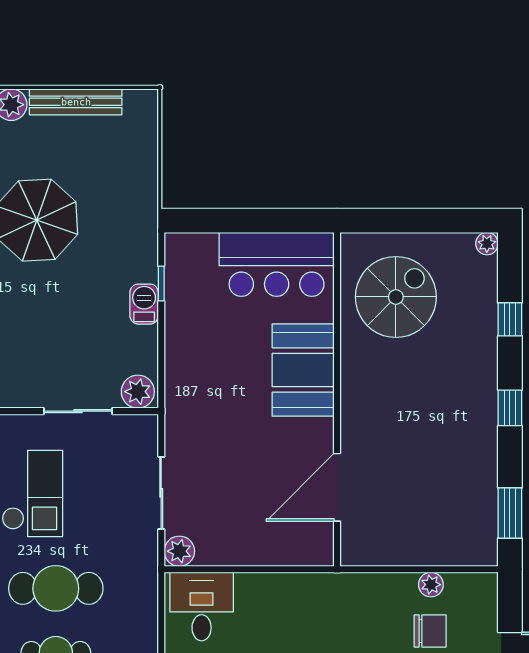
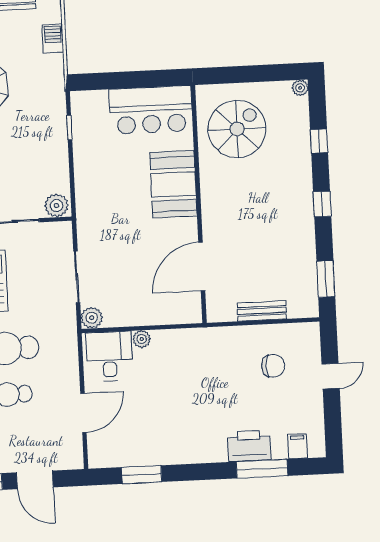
barbecue: (144, 304) -> (53, 39), moved
bench: (418, 553) -> (262, 311), added
plant: (431, 585) -> (142, 339), moved

